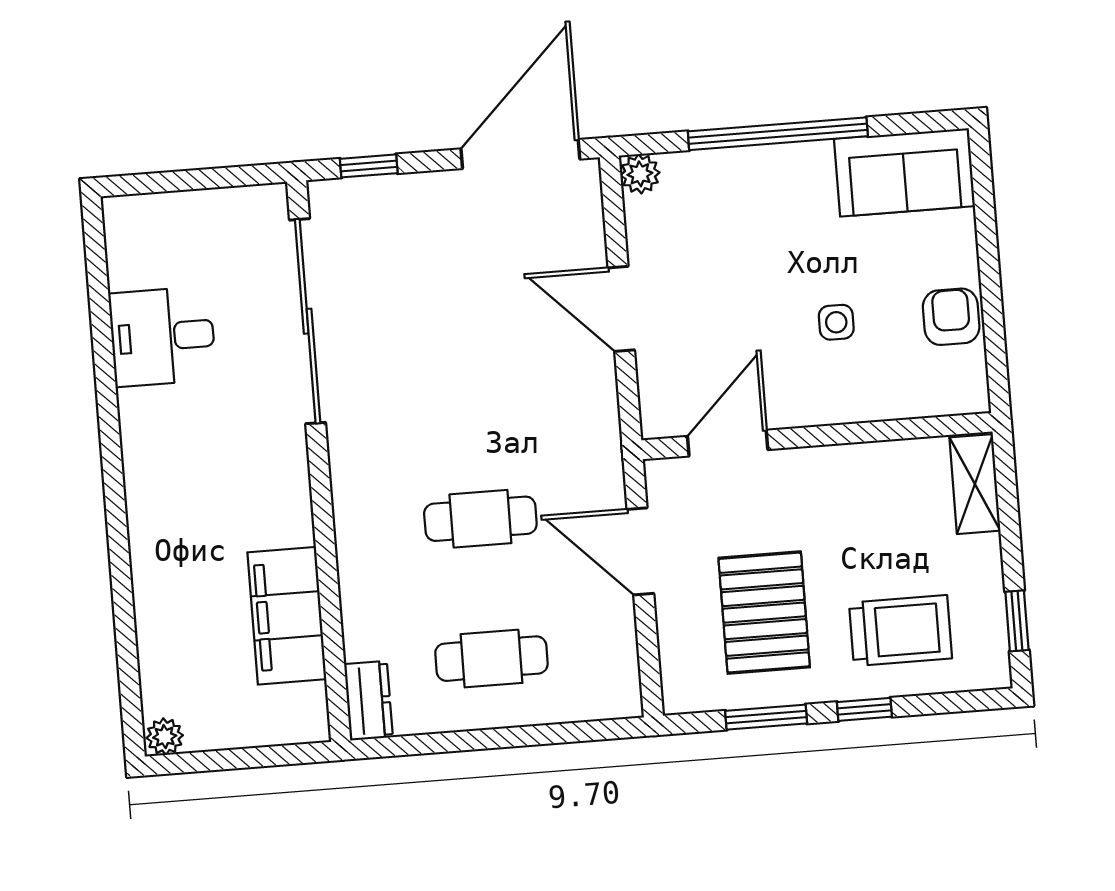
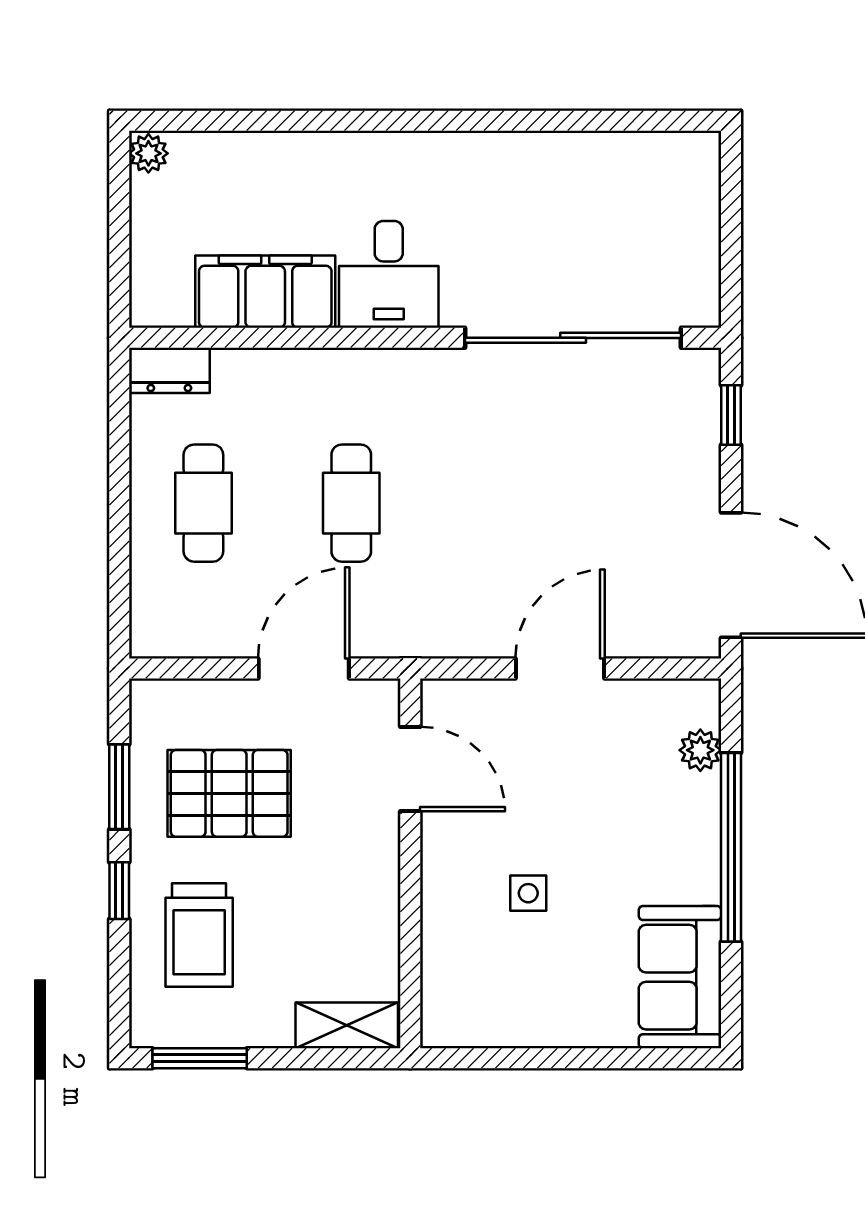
plant: (640, 174) -> (700, 750), moved
armchair: (951, 317) -> (524, 1014), removed
desk: (162, 337) -> (389, 274), moved, turned 180
window: (1017, 621) -> (200, 1058), width x1.50

